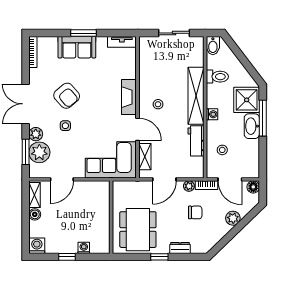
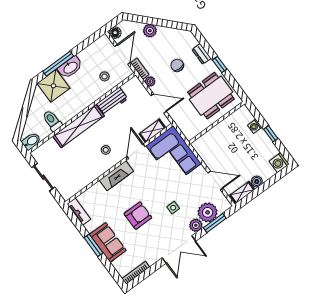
armchair: (67, 96) -> (138, 216), moved, turned 41
washing machine: (212, 114) -> (83, 104), removed
chair: (195, 212) -> (177, 65), moved

